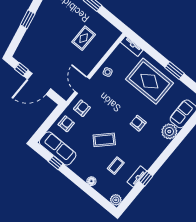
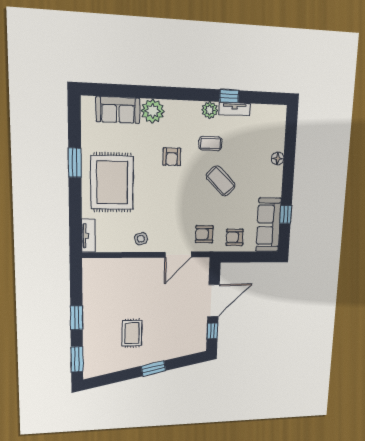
rug: (84, 38) -> (132, 333), moved, turned 90
door: (39, 84) -> (214, 301), hinge flipped
coffee table: (116, 166) -> (210, 143), moved
plant: (116, 200) -> (210, 110), moved

